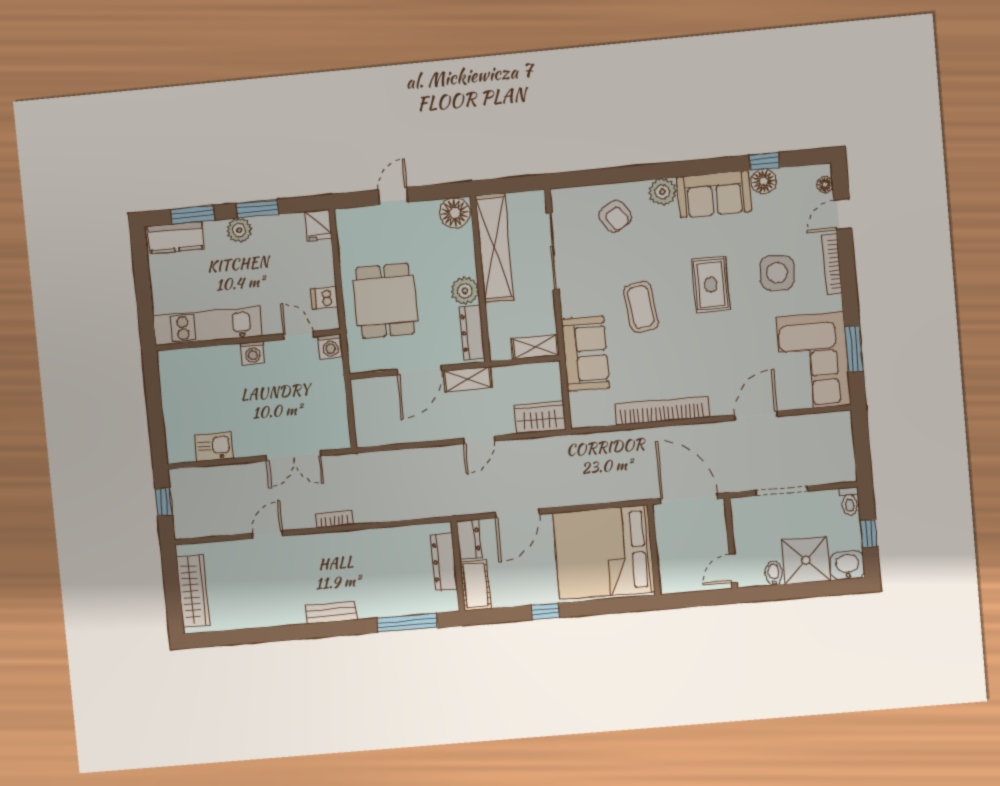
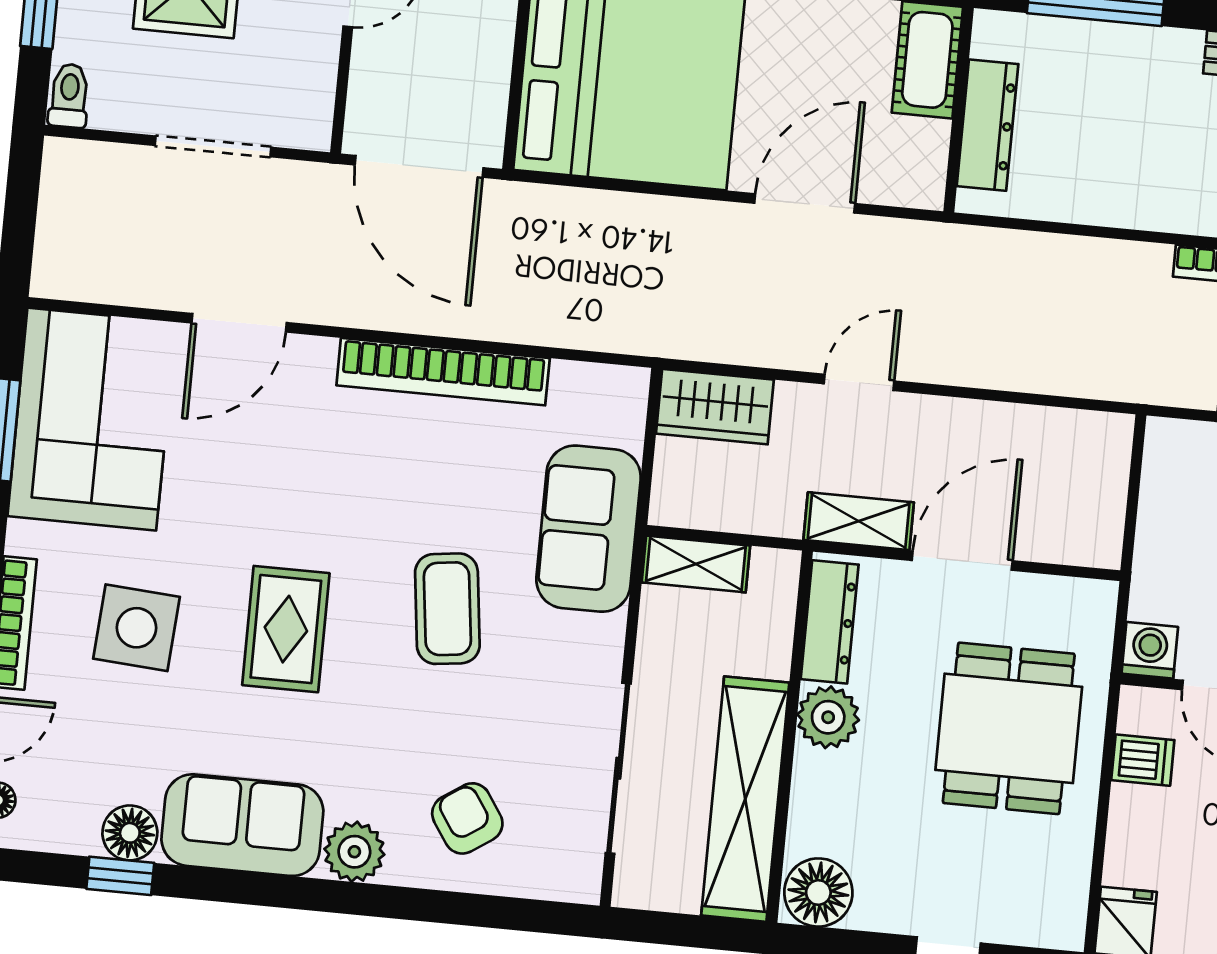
dresser: (469, 540) -> (923, 164), removed

